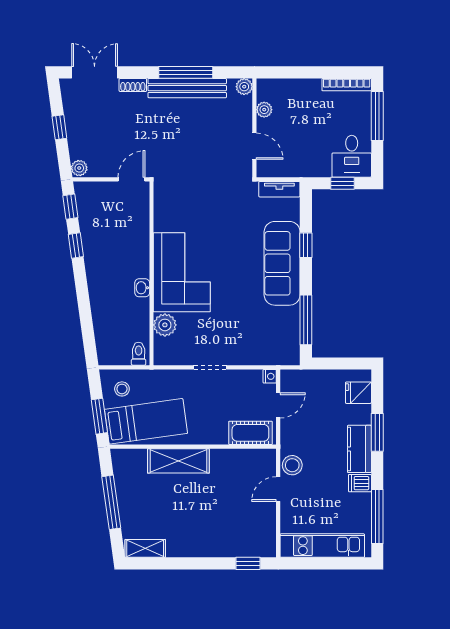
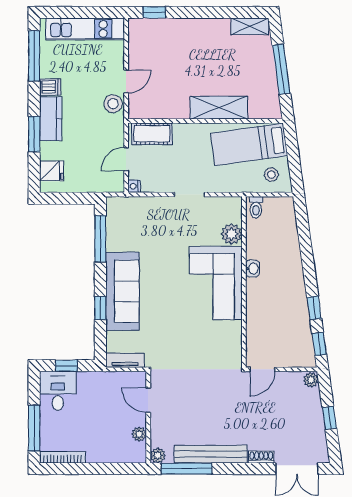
window: (186, 72) -> (187, 469), moved
window: (99, 416) -> (292, 149), removed

